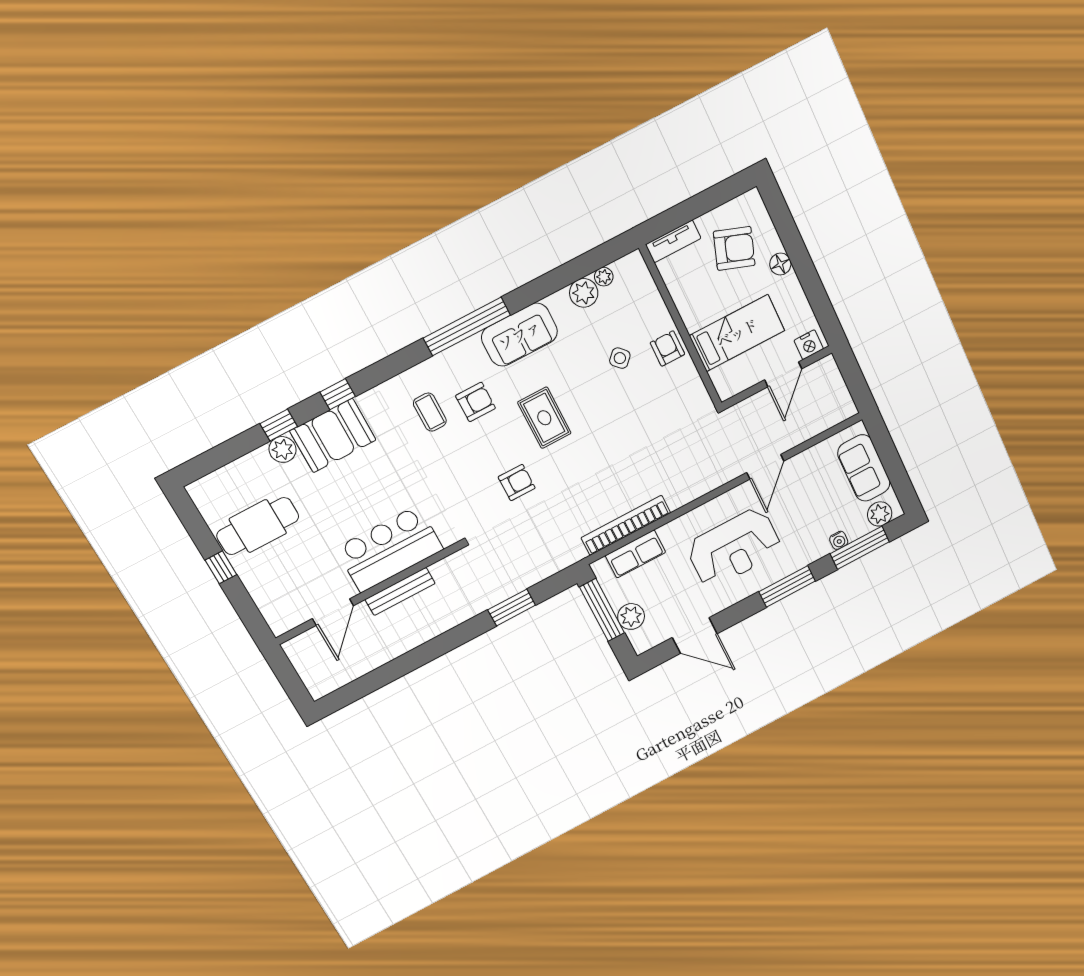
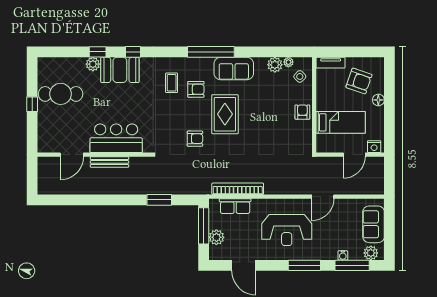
side table: (620, 358) -> (300, 76), moved
rug: (544, 418) -> (225, 114), width x1.36, depth x1.43

